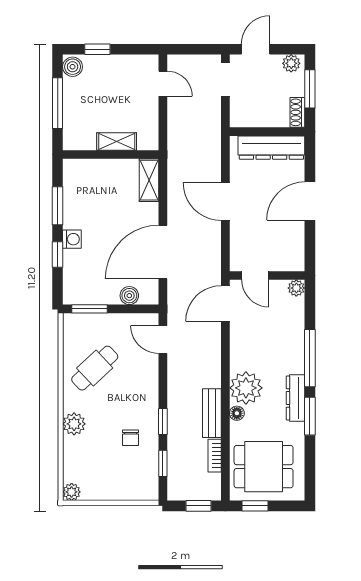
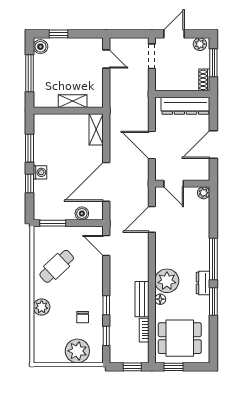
door: (255, 276) -> (174, 184), moved
wall: (267, 276) -> (182, 184), moved
plant: (296, 288) -> (204, 193), moved
dresser: (296, 398) -> (203, 283), width x0.70
plant: (72, 492) -> (77, 351), moved, width x1.87, depth x1.87

